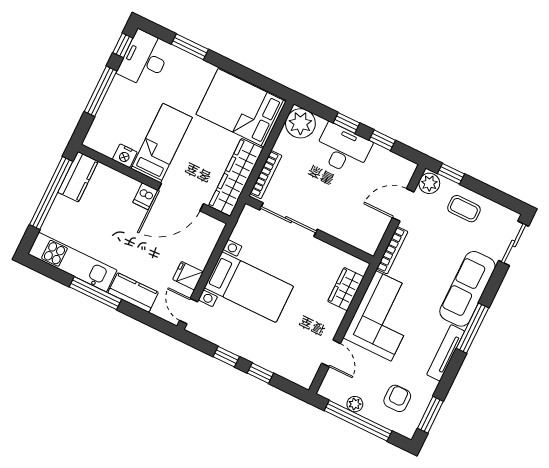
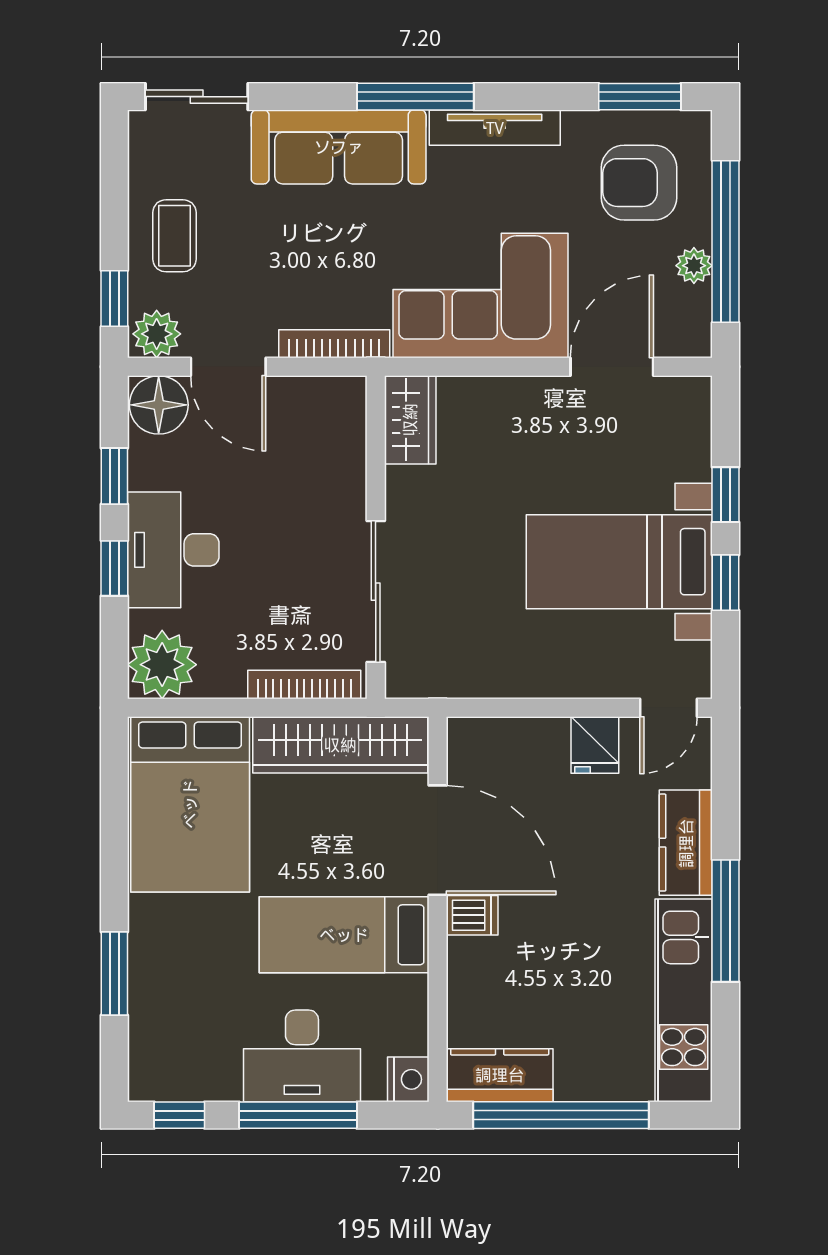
desk: (144, 59) -> (302, 1056), moved
nightstand: (125, 156) -> (408, 1079), moved
floor lamp: (401, 171) -> (159, 405), added
bed with nightstands: (249, 287) -> (619, 562), moved, turned -90
wardrobe: (346, 289) -> (410, 420), moved, turned -90
door: (331, 353) -> (612, 367), width x1.38
armchair: (397, 398) -> (639, 183), width x1.38, depth x1.38

